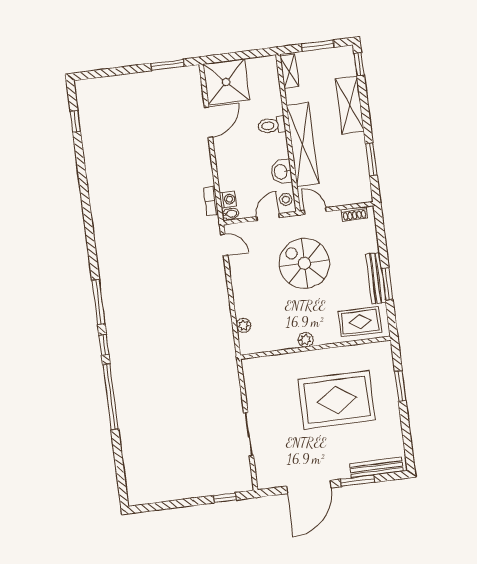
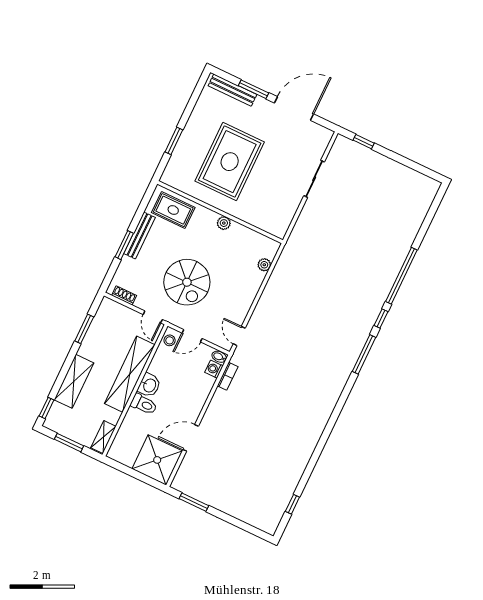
washbasin: (281, 172) -> (149, 385), moved
window: (387, 284) -> (124, 245), moved
rug: (337, 400) -> (230, 162), turned 90

